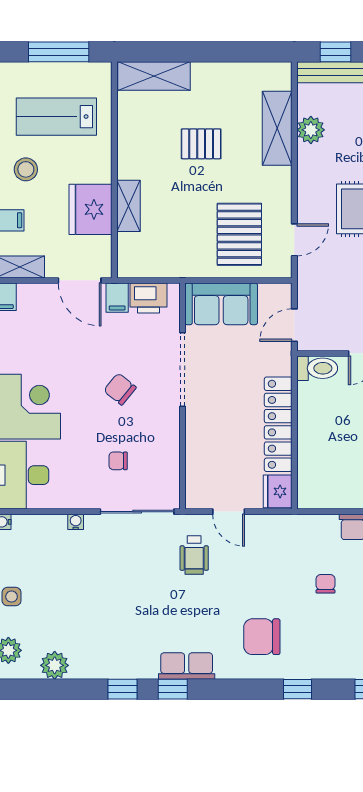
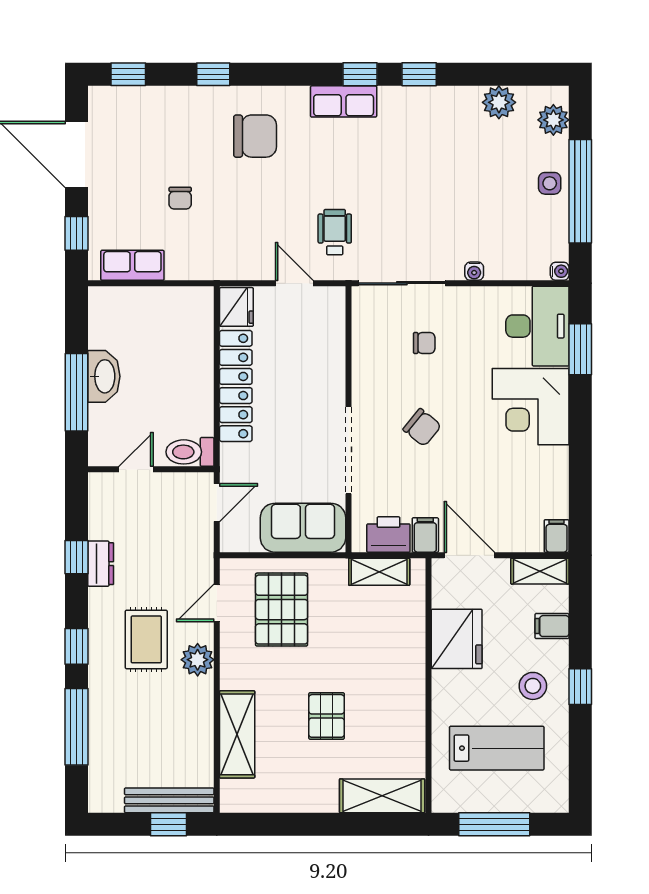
plant: (311, 130) -> (198, 660), moved
pallet: (201, 144) -> (327, 716), turned 90
shelving: (128, 206) -> (379, 572), moved, turned 90

